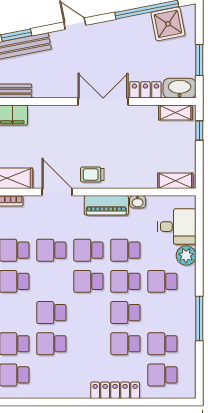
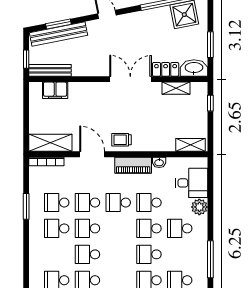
shelving: (175, 113) -> (176, 88), moved
school desk: (88, 281) -> (87, 228), moved

